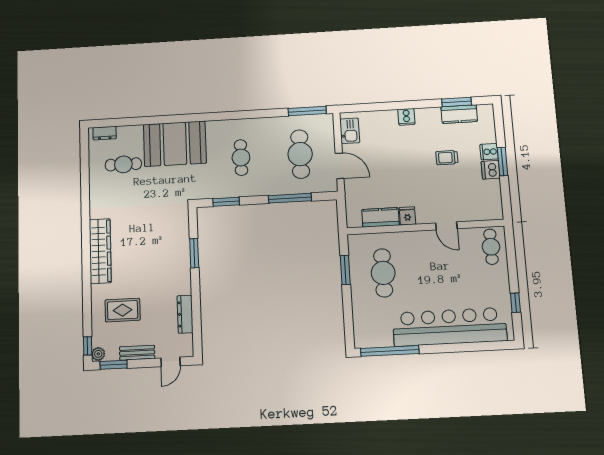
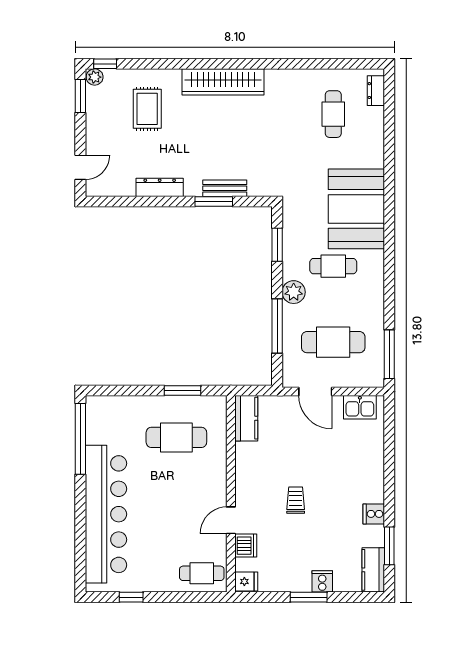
kitchen counter: (459, 114) -> (373, 570), moved
cooker: (406, 117) -> (374, 514), moved
booth: (175, 144) -> (356, 209), moved
trolley: (447, 158) -> (296, 500), moved
door: (340, 166) -> (315, 391), hinge flipped
dishwasher: (491, 170) -> (246, 546), moved, turned 90
plant: (263, 187) -> (294, 292), added
fridge: (407, 216) -> (246, 581), moved
kitchen counter: (380, 217) -> (246, 418), moved
dresser: (185, 314) -> (160, 187), moved
bench: (137, 353) -> (225, 188), moved, turned 90
door: (170, 362) -> (80, 167), swing flipped

